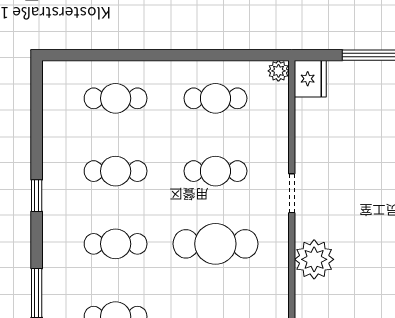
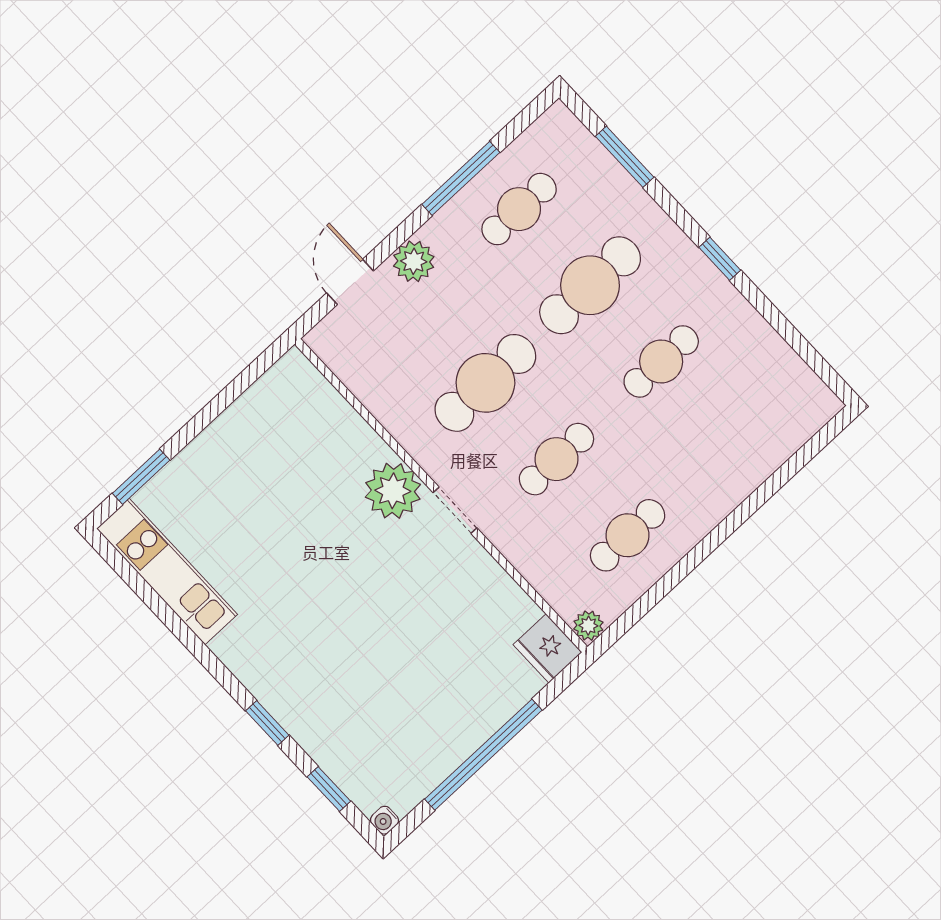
cafe table: (116, 98) -> (732, 438), removed
cafe table: (116, 244) -> (590, 285), width x1.37, depth x1.35
plant: (314, 259) -> (393, 491), moved

